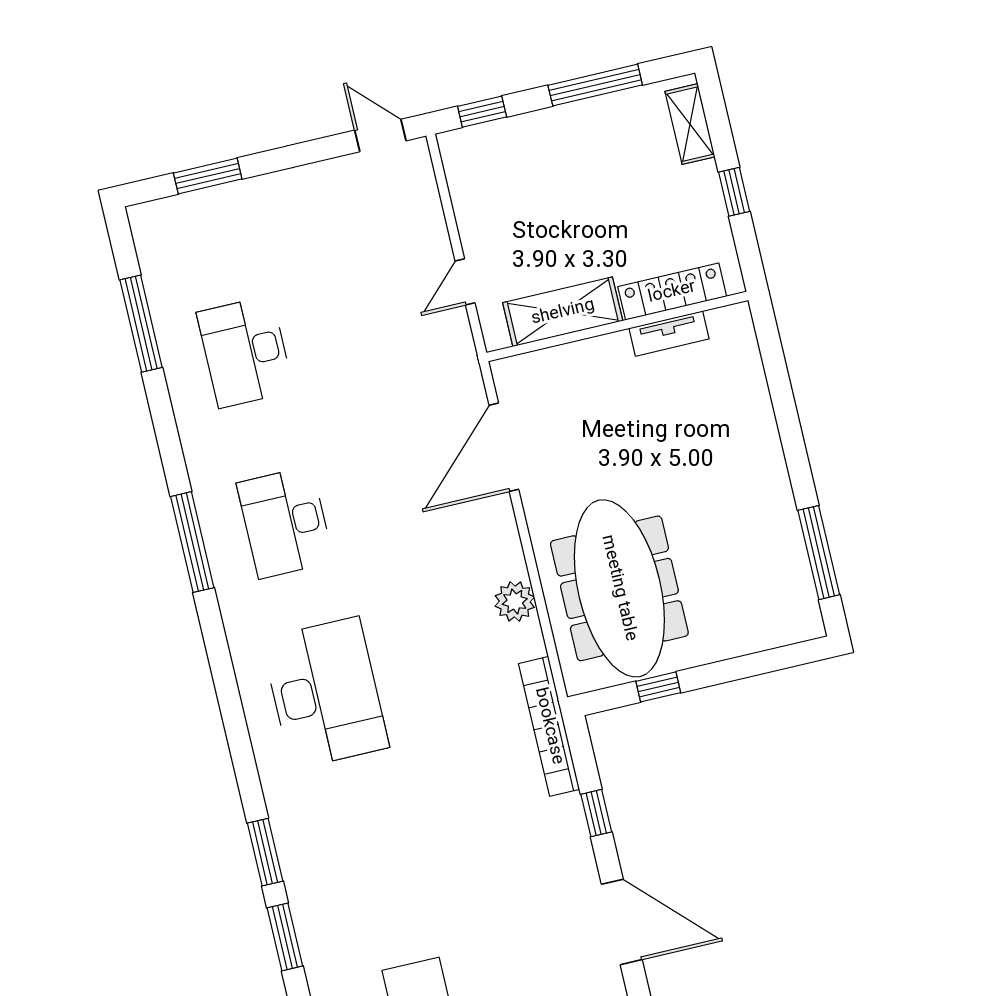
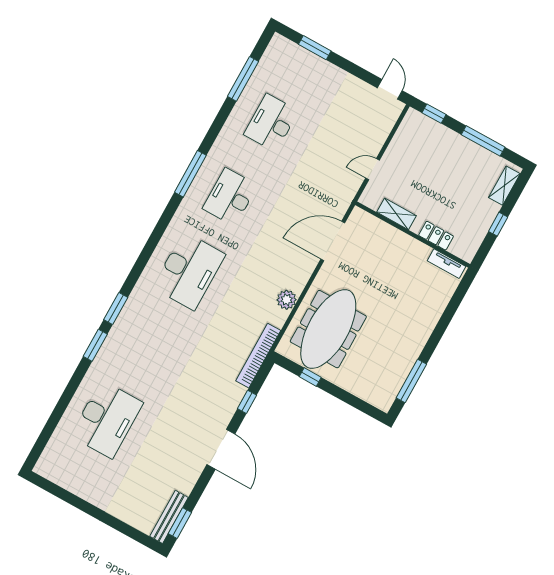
locker: (672, 292) -> (436, 236), width x0.66
shelving: (563, 312) -> (397, 214), width x0.67, depth x0.75
tv unit: (669, 334) -> (446, 264), moved

